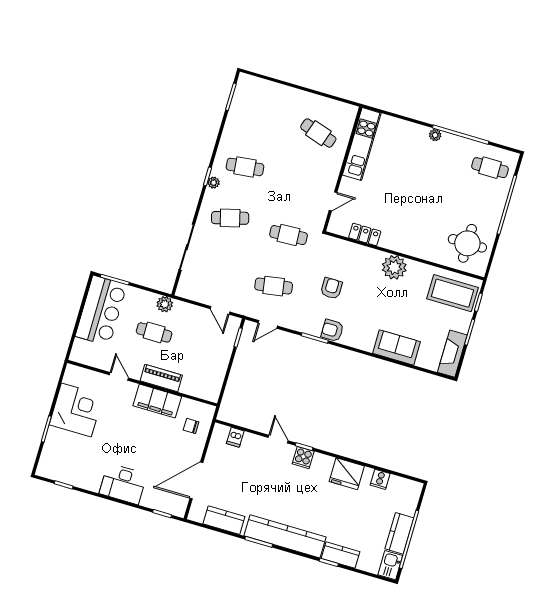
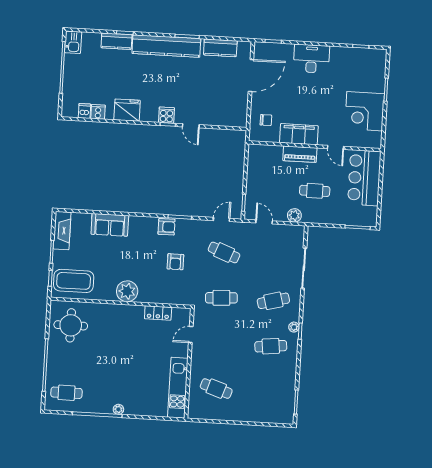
cafe table: (274, 286) -> (224, 252), turned 30
plant: (165, 304) -> (294, 215), moved
bar counter: (101, 311) -> (364, 178), moved
dishwasher: (235, 437) -> (84, 111), moved
kitchen counter: (399, 533) -> (72, 71), removed

